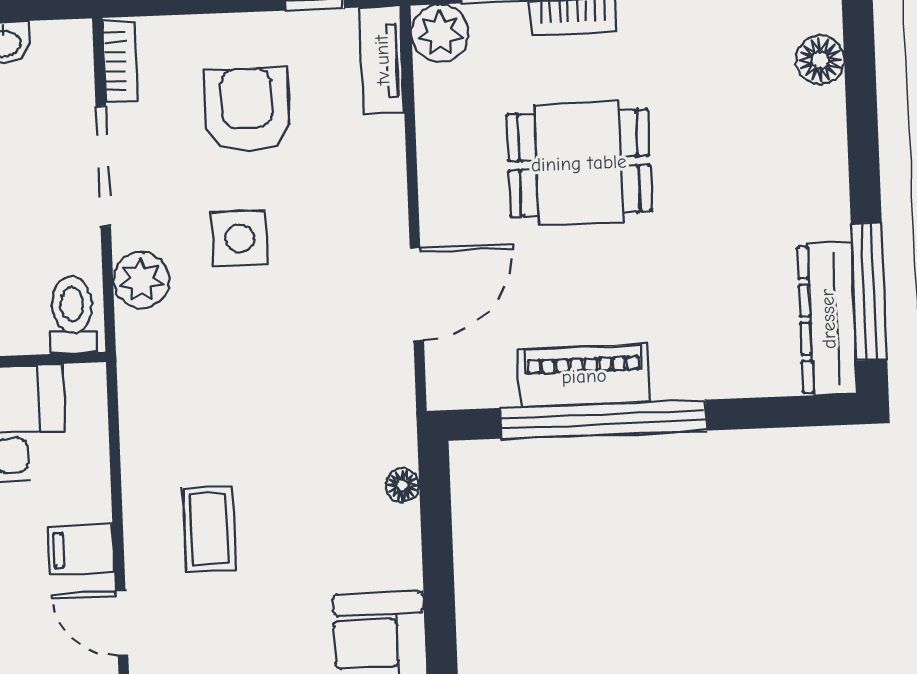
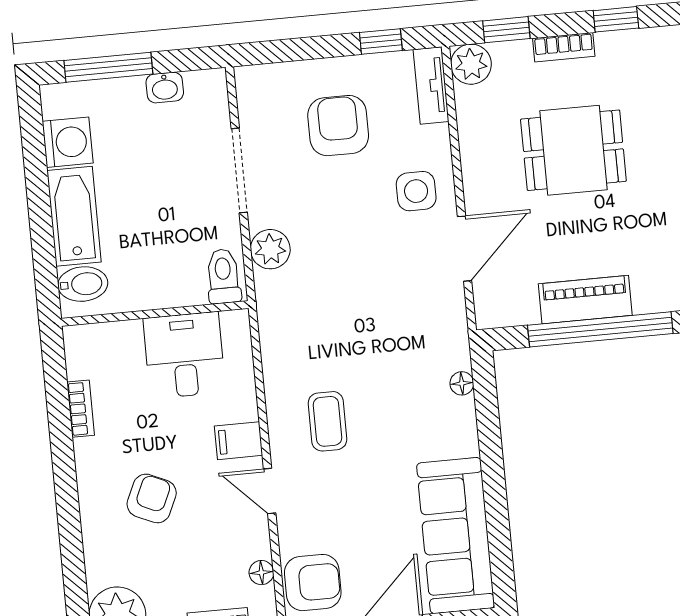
bookcase: (120, 61) -> (247, 96), removed
side table: (240, 239) -> (416, 191), moved

